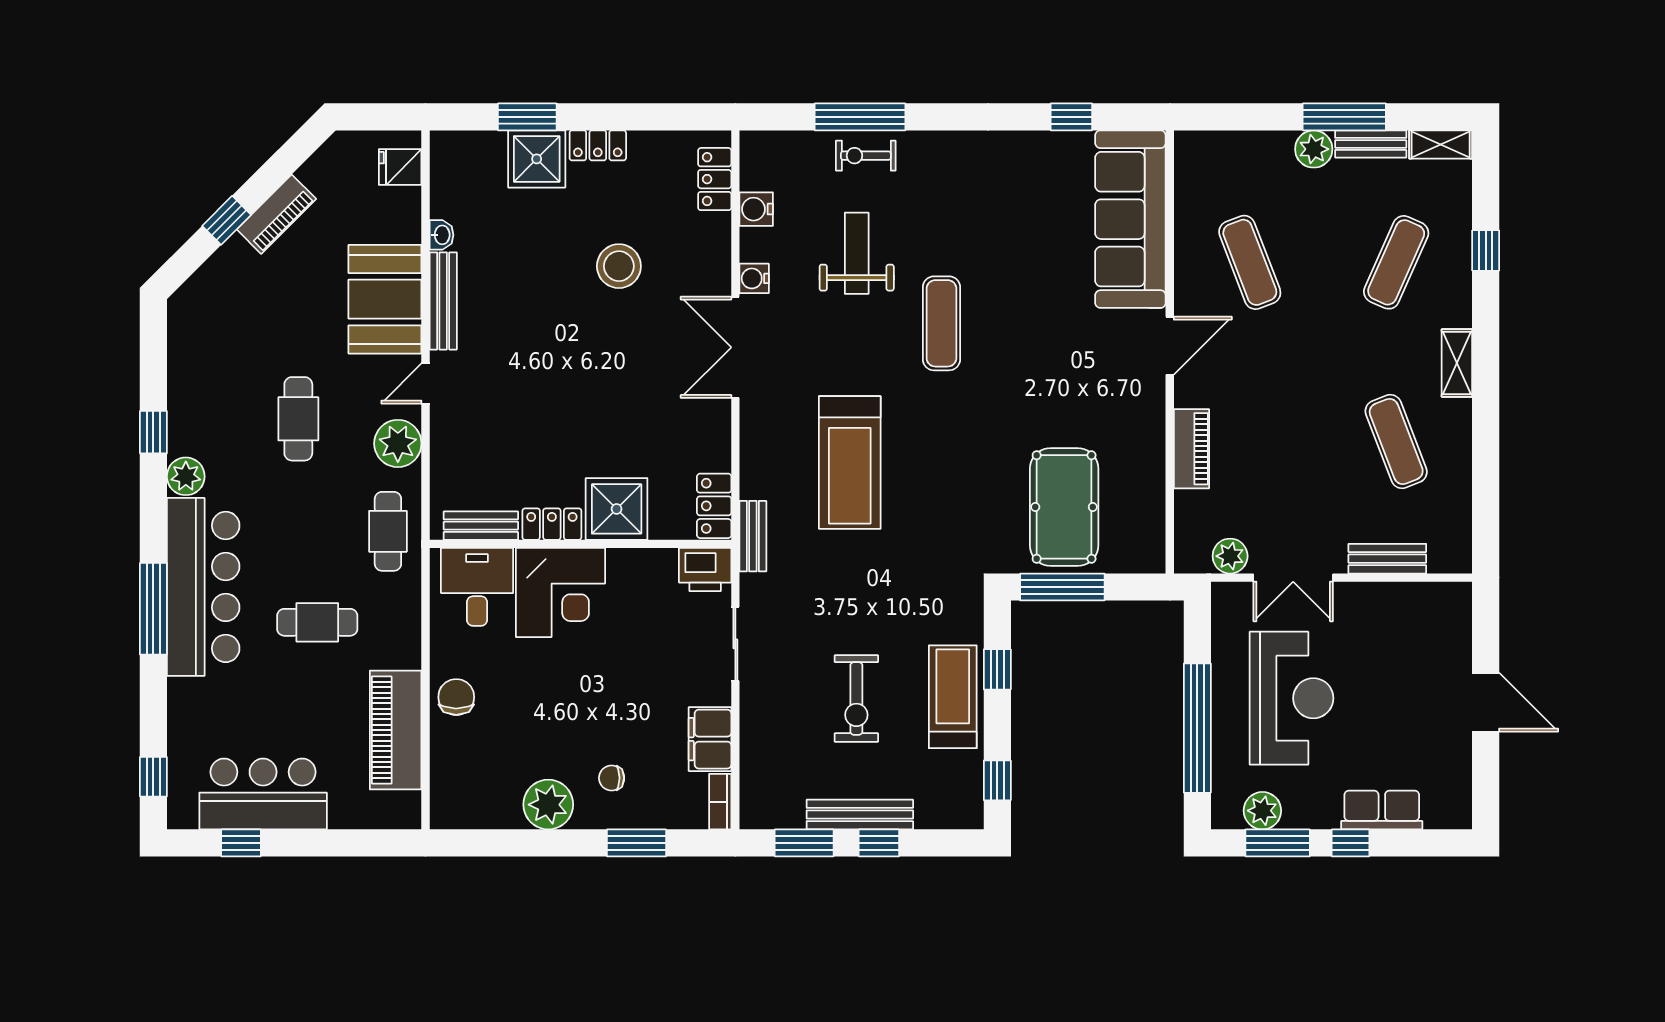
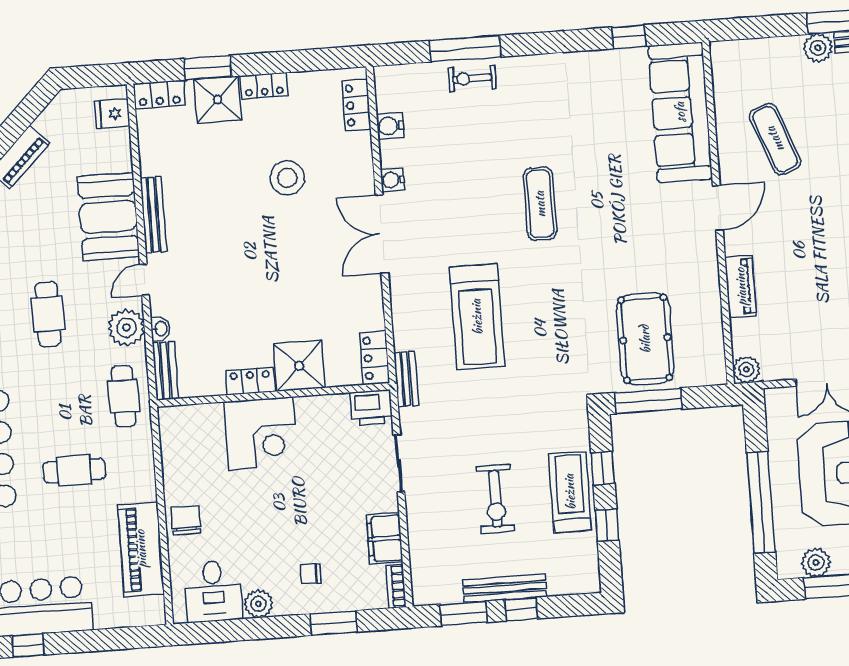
locker: (462, 147) -> (159, 94), added
washbasin: (441, 235) -> (160, 329), moved
weight bench: (857, 253) -> (470, 154), removed
bench: (481, 526) -> (165, 371), moved, turned 90
plant: (1230, 556) -> (746, 370), moved
desk: (477, 587) -> (213, 591), moved, turned 180
window: (997, 780) -> (607, 525), moved
plant: (548, 805) -> (258, 604), width x0.73, depth x0.73

